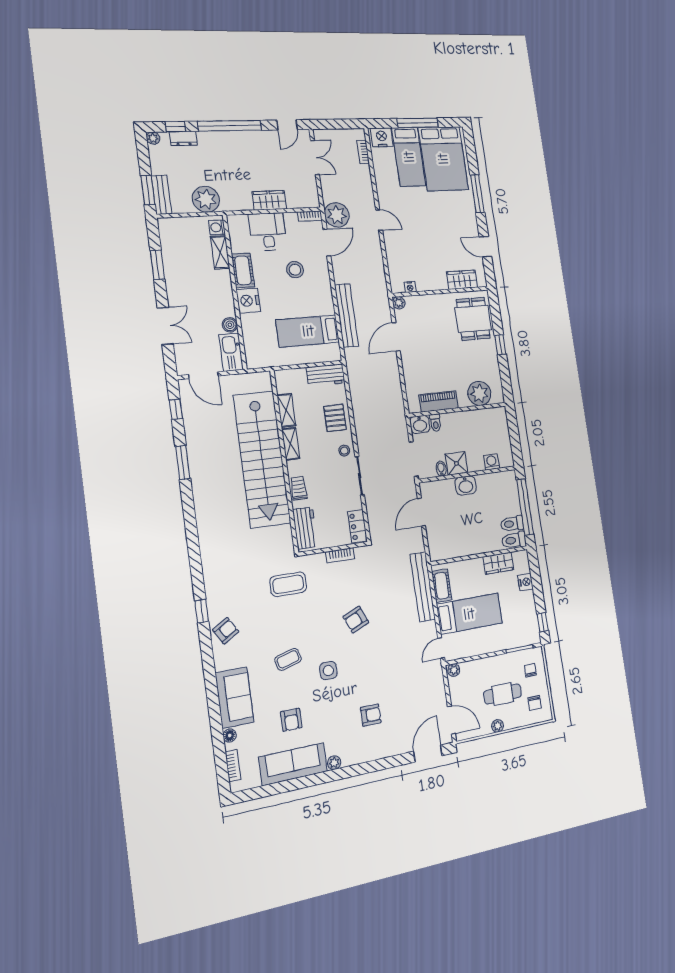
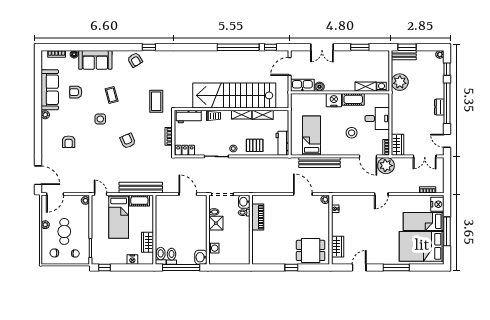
dresser: (183, 138) -> (439, 107), moved
wardrobe: (269, 200) -> (397, 145), moved
plant: (479, 393) -> (260, 247), removed
window: (183, 463) -> (238, 47), width x2.11
washbasin: (466, 485) -> (201, 257), moved

